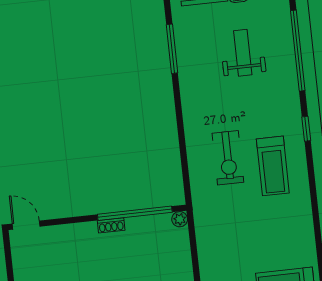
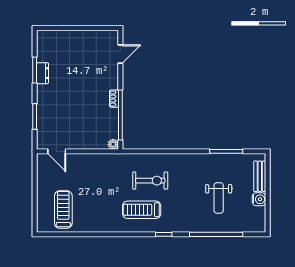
weight bench: (243, 53) -> (219, 198), turned 90
exercise bike: (228, 158) -> (150, 181), turned 180
door: (26, 225) -> (120, 54), moved

